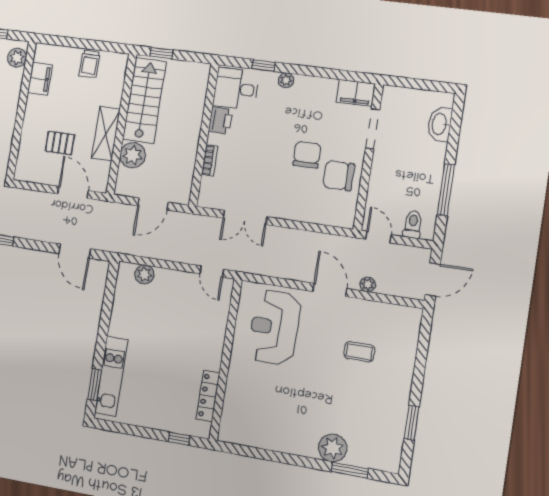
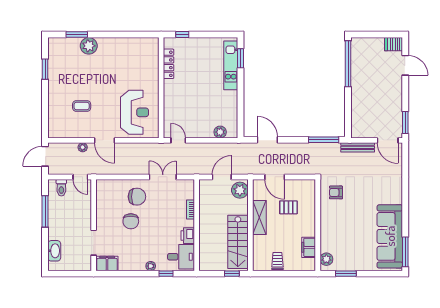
plant: (133, 155) -> (240, 190), moved
chair: (339, 176) -> (137, 197), moved

